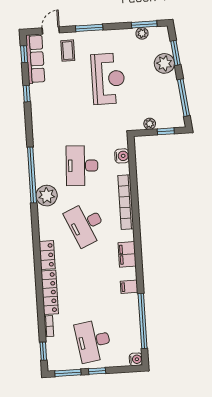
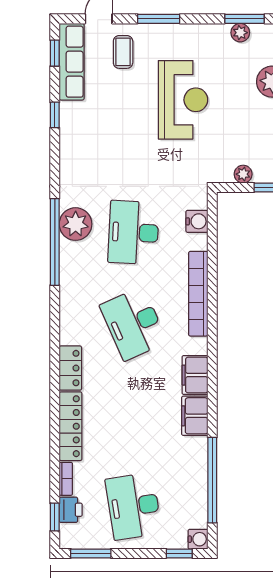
plant: (47, 196) -> (76, 224), moved
filing cabinet: (129, 287) -> (195, 416), width x2.00
printer: (53, 346) -> (71, 510), added
window: (97, 371) -> (179, 553), moved

